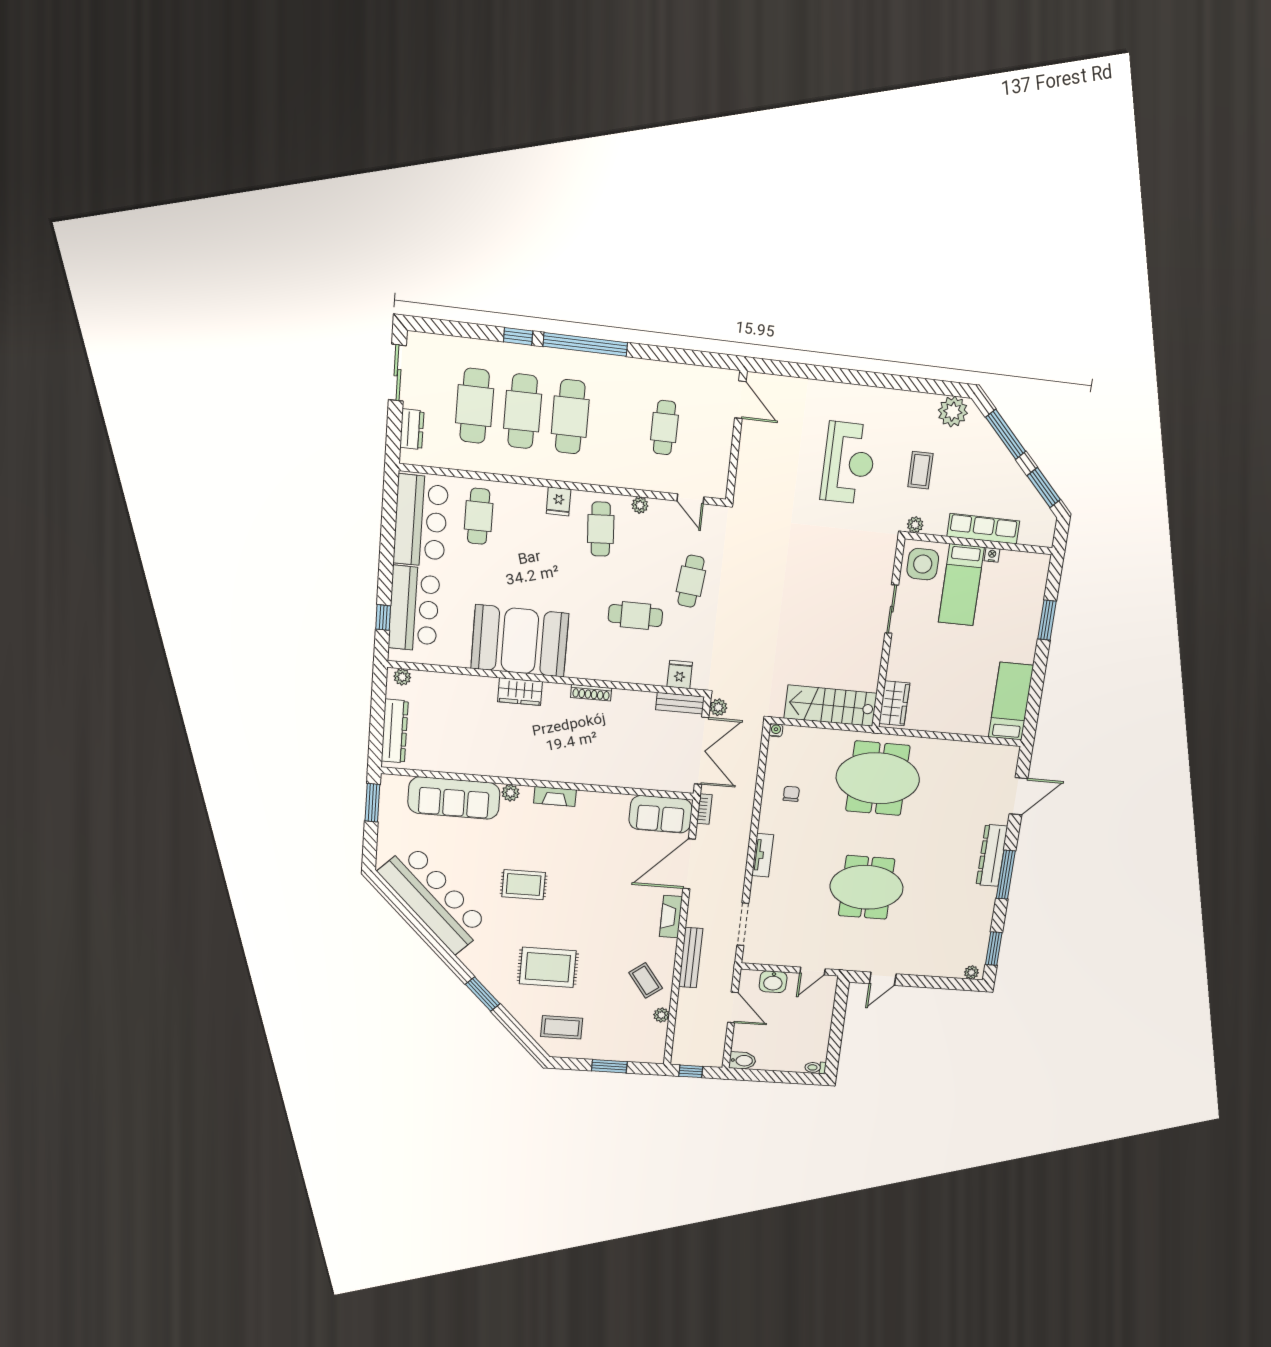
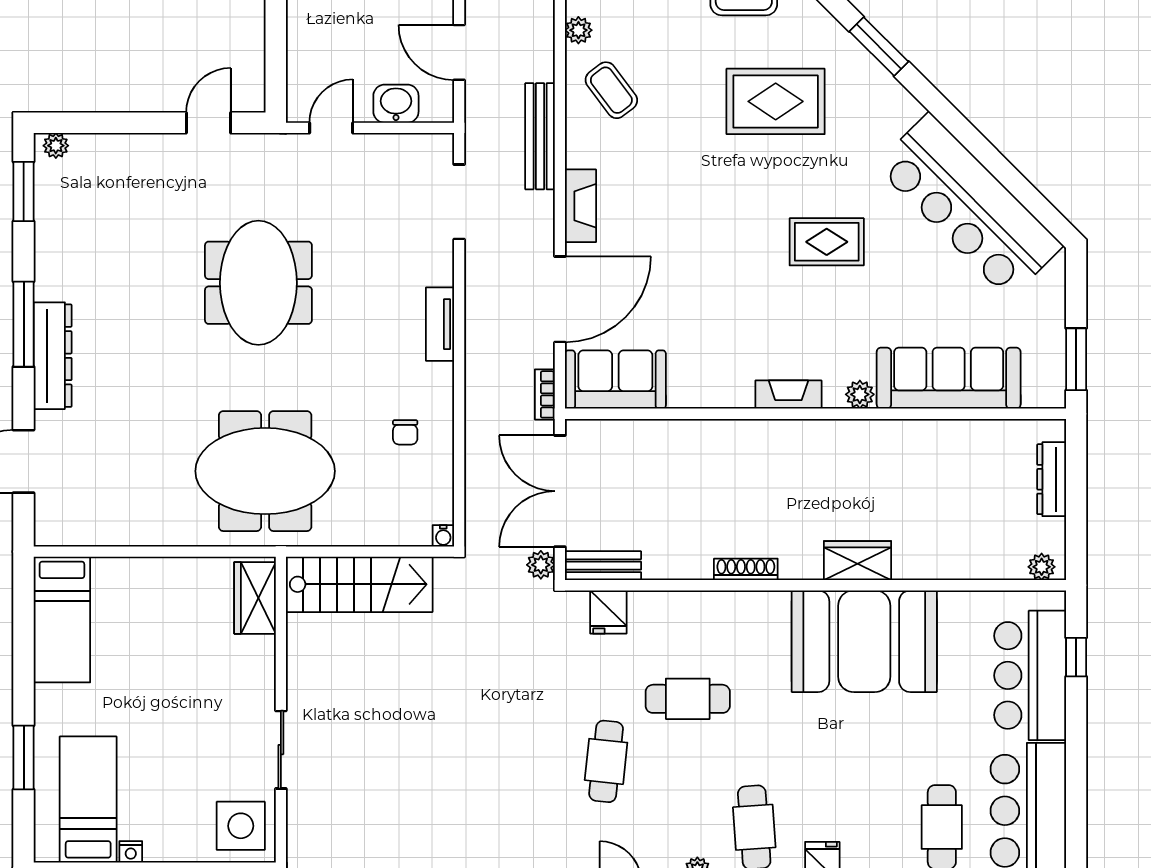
bed: (961, 585) -> (88, 800), moved
dresser: (395, 731) -> (1052, 479), width x0.73, depth x0.80
meeting table: (867, 887) -> (258, 283), turned 90

